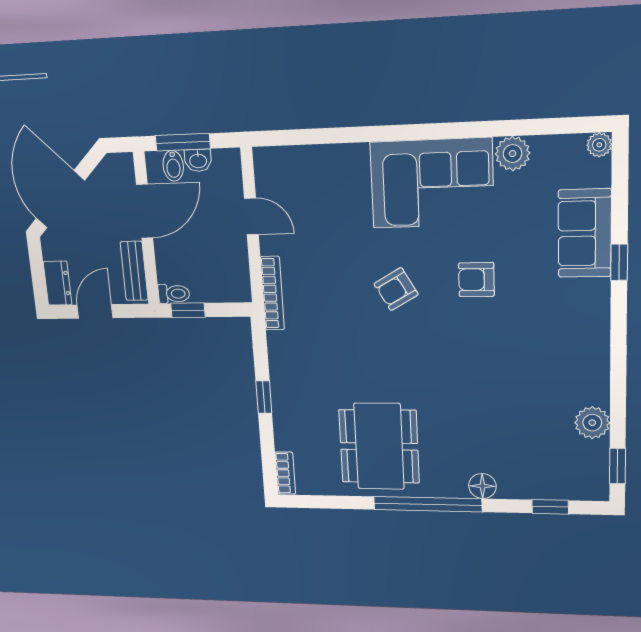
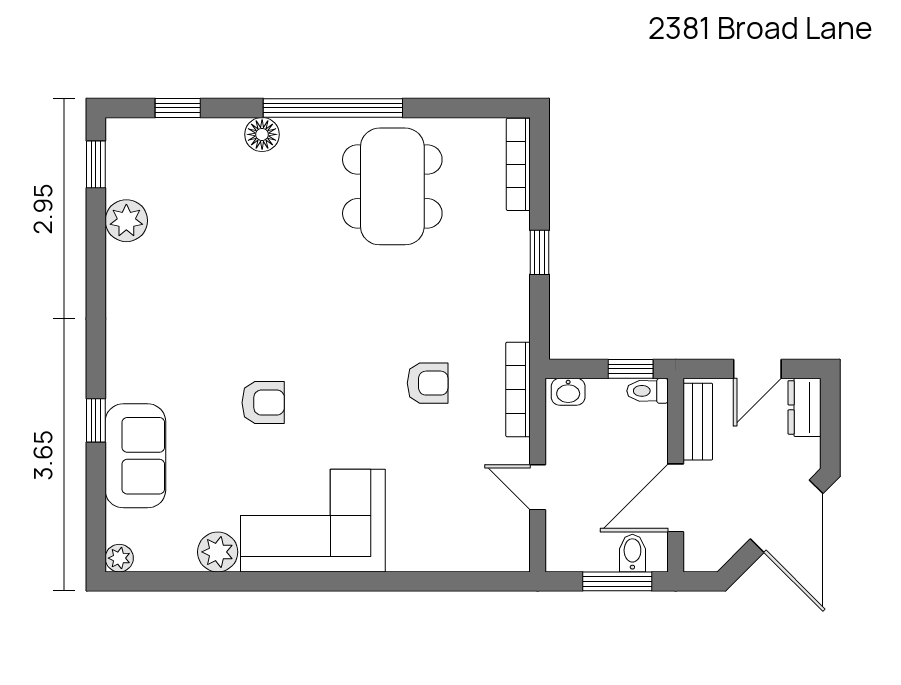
washbasin: (198, 160) -> (568, 392), moved, turned 180
armchair: (396, 289) -> (428, 383), moved, turned 30
bookcase: (285, 473) -> (518, 164), width x1.56

